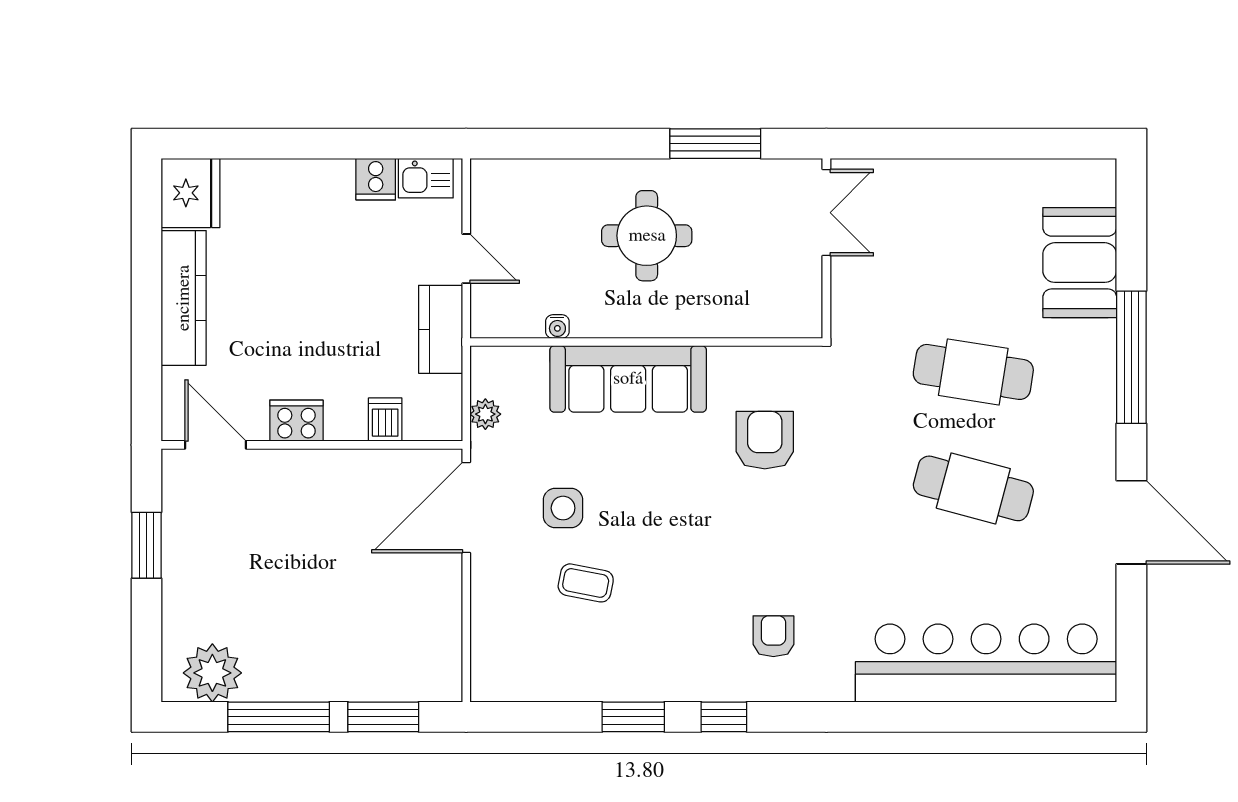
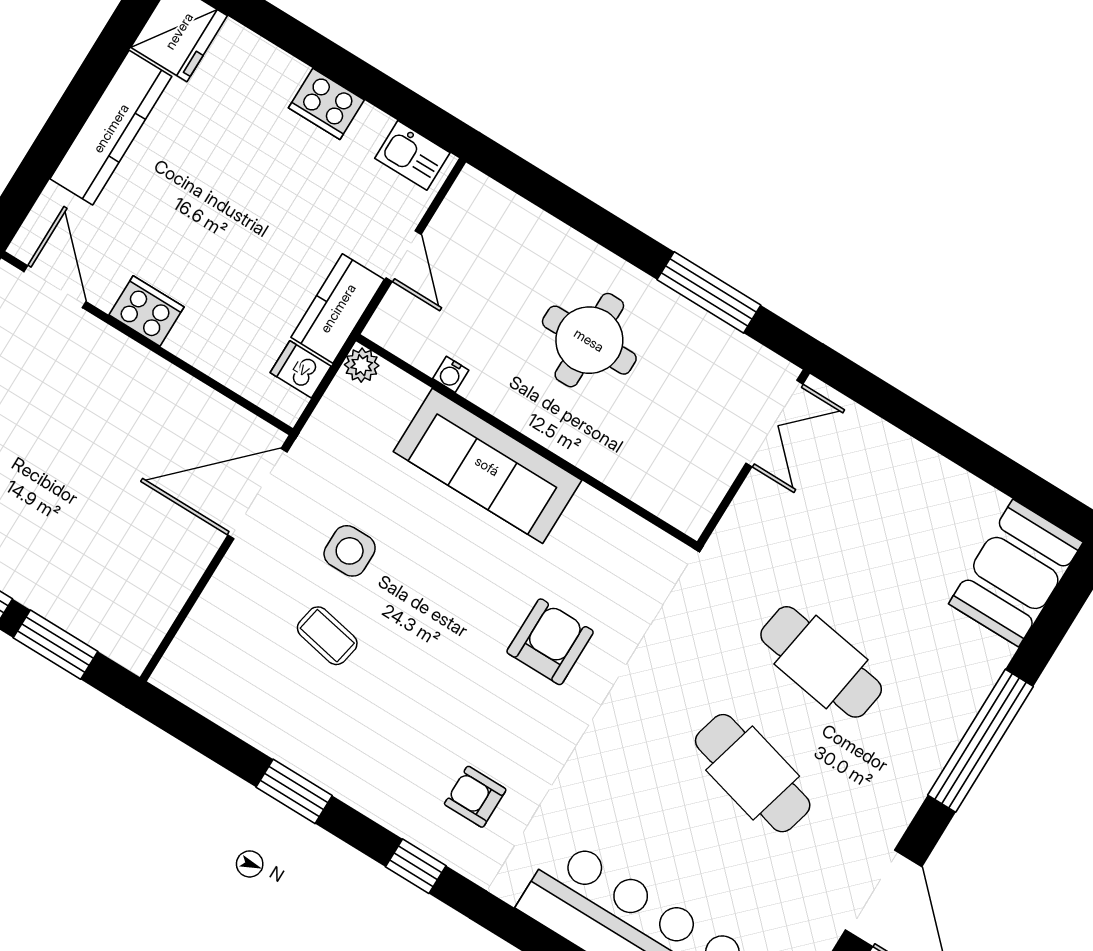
cooker: (376, 179) -> (326, 104), moved, width x1.36
booth: (1080, 263) -> (1016, 573), moved
plant: (485, 414) -> (362, 365), moved
dishwasher: (385, 420) -> (301, 369), moved, turned -90
armchair: (765, 440) -> (550, 642), moved
armchair: (773, 636) -> (475, 797), turned -90
window: (724, 717) -> (416, 866), moved

